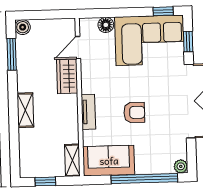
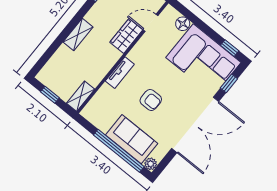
sofa: (109, 161) -> (132, 139), moved

